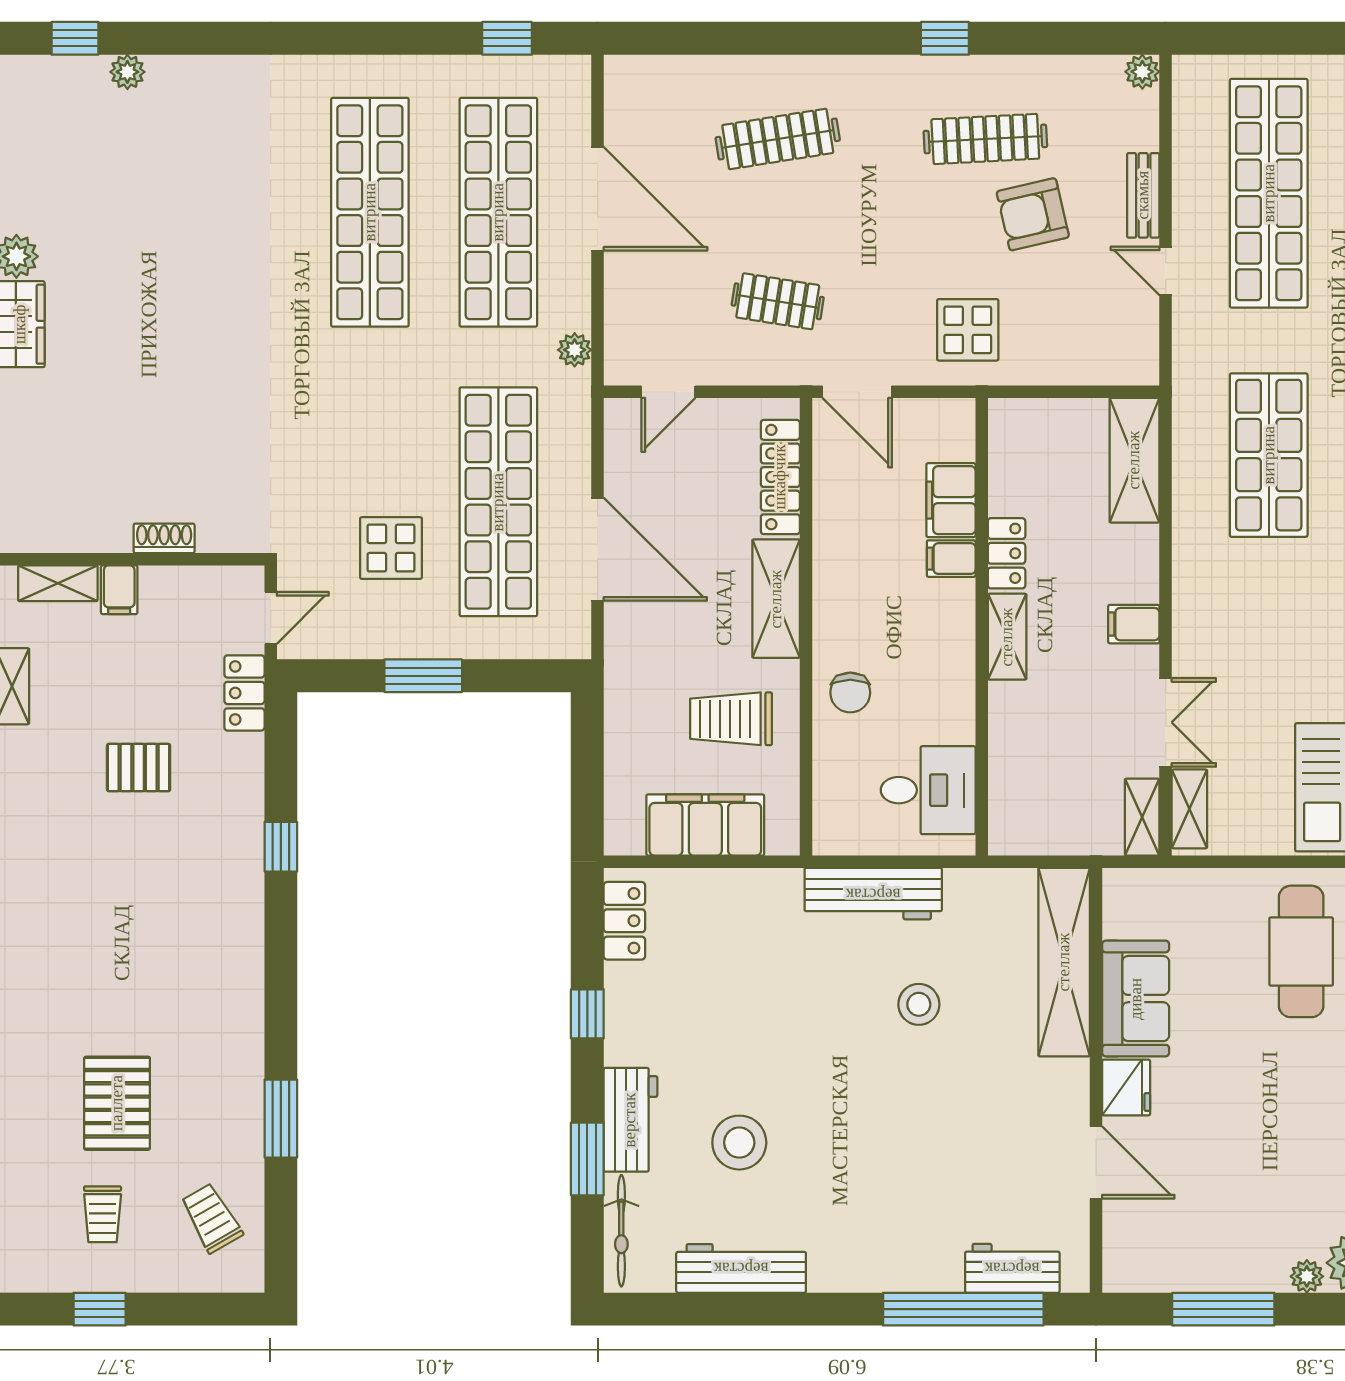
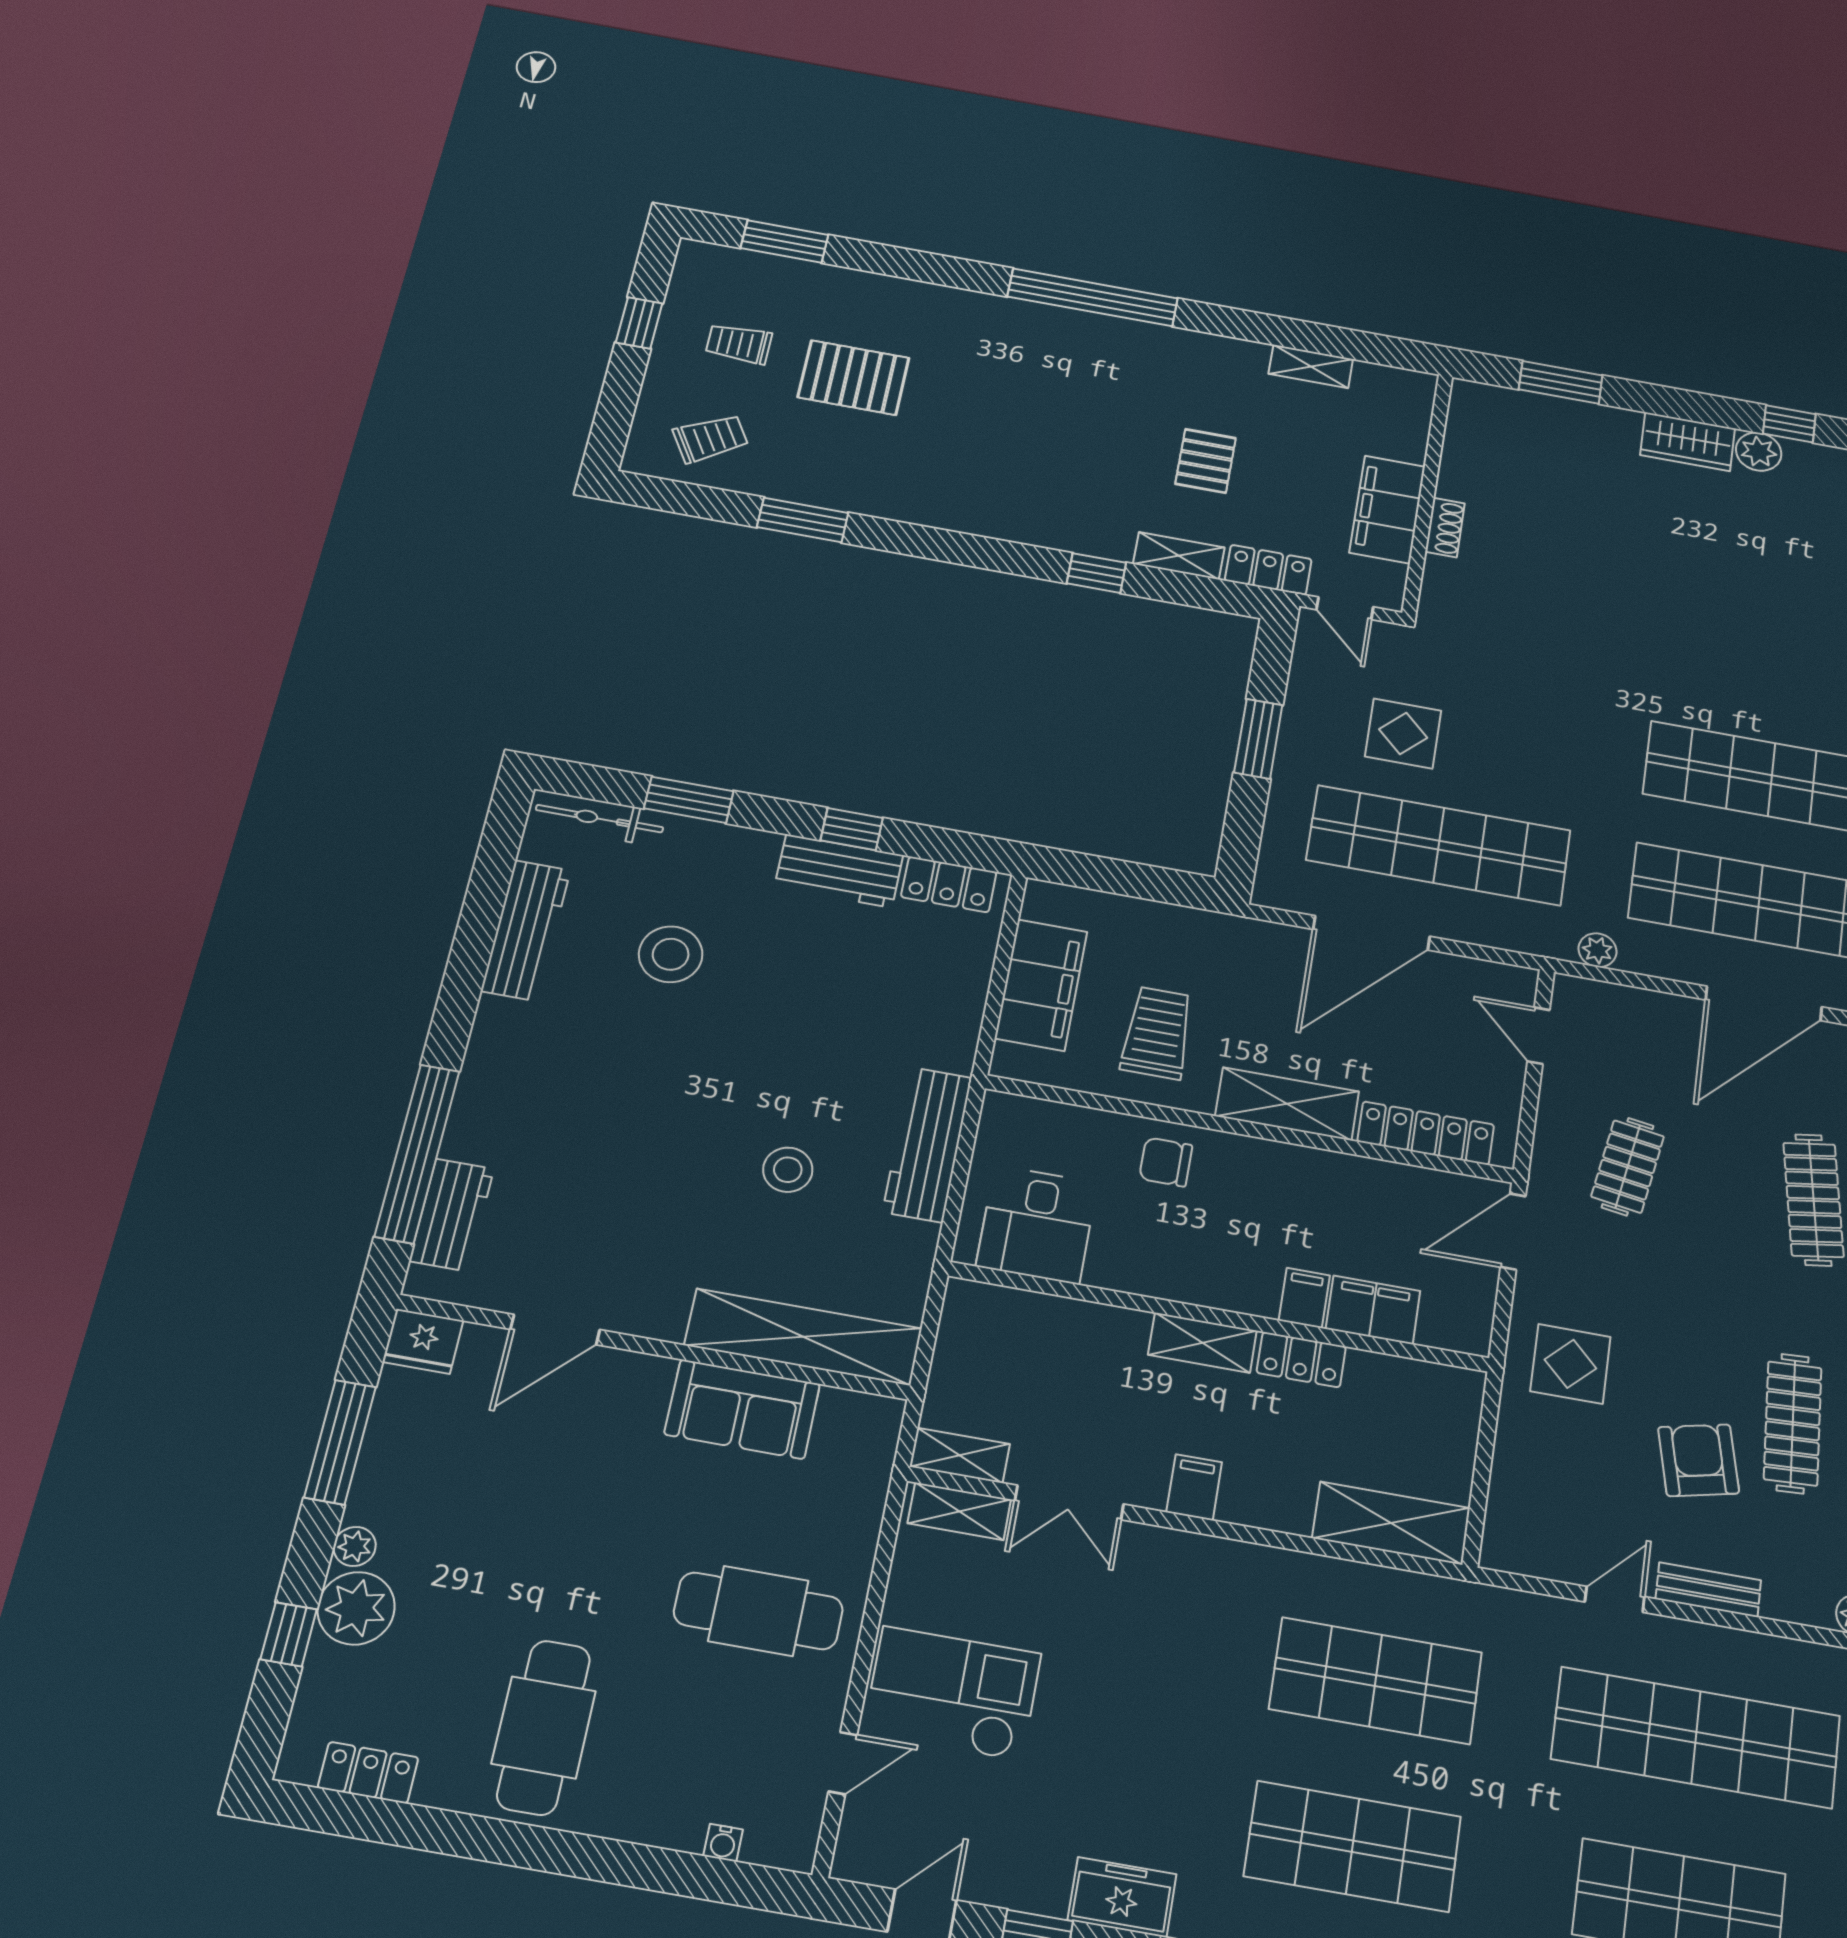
shelving: (58, 583) -> (1179, 556), moved, turned 90
filing cabinet: (119, 590) -> (1387, 509), width x3.00, depth x1.17
fridge: (1126, 1087) -> (423, 1341), moved
workbench: (630, 1120) -> (839, 871), moved

